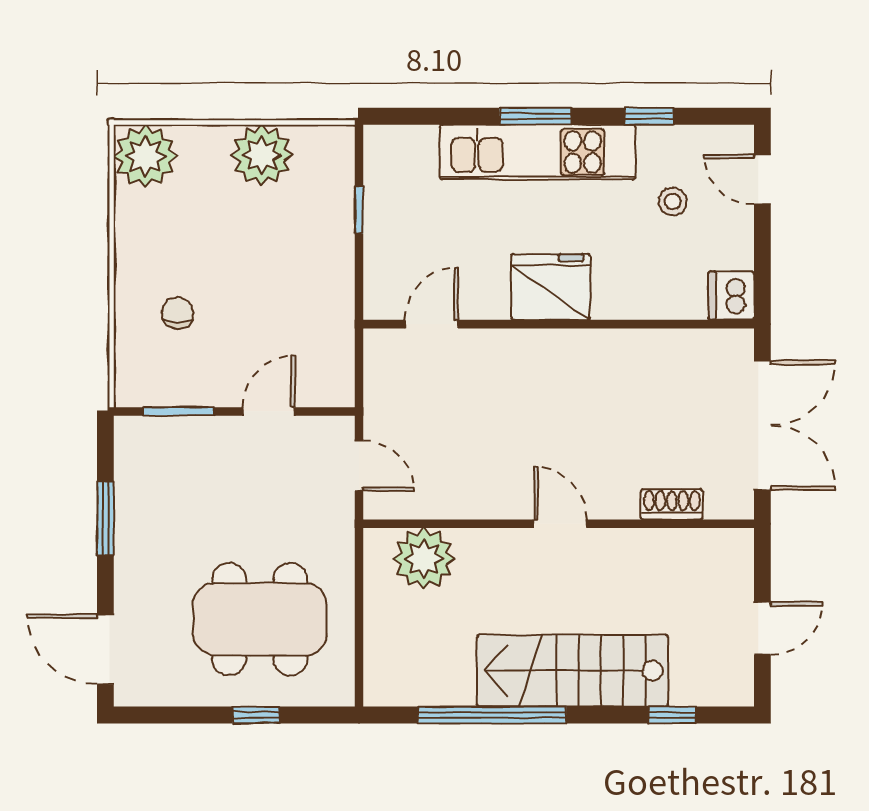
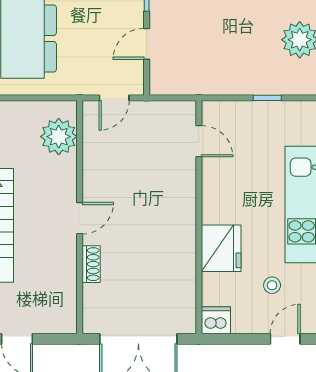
fridge: (551, 287) -> (221, 248), moved
door: (269, 411) -> (147, 44), swing flipped
shoe rack: (672, 504) -> (91, 264), moved

